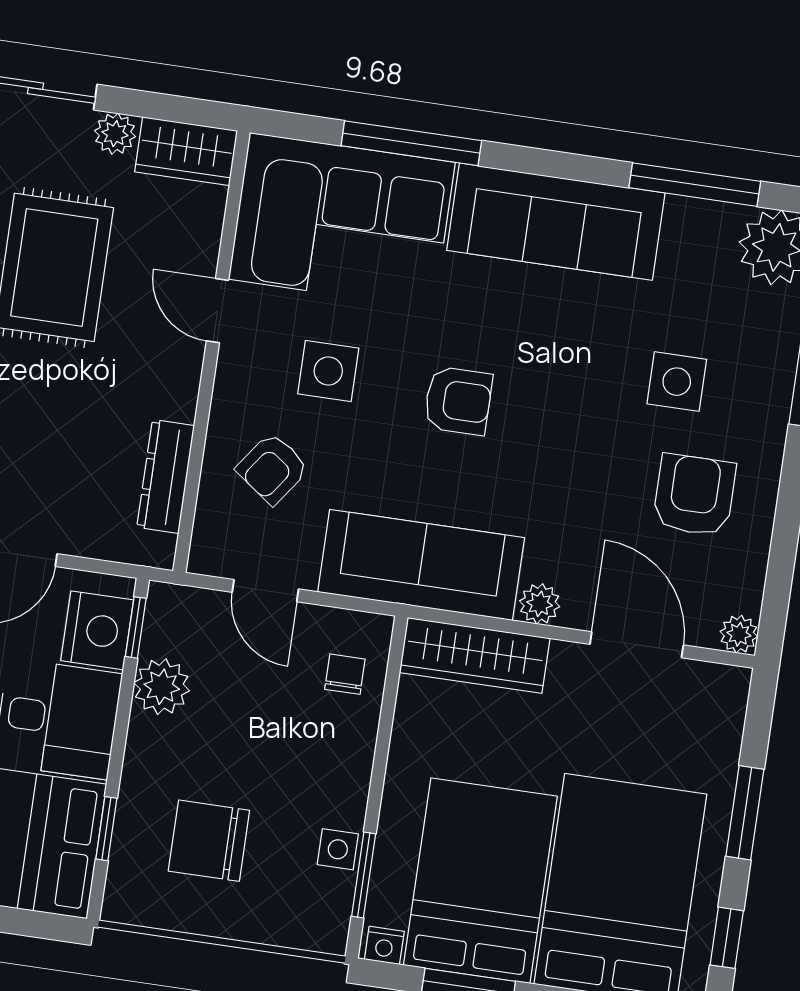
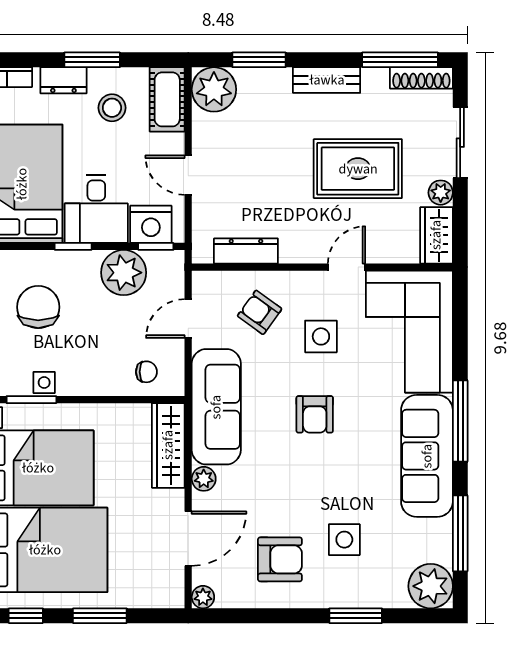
window: (411, 143) -> (460, 421), moved
plant: (162, 687) -> (124, 273), width x1.36, depth x1.36
window: (106, 829) -> (73, 246), moved

